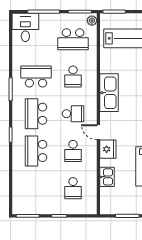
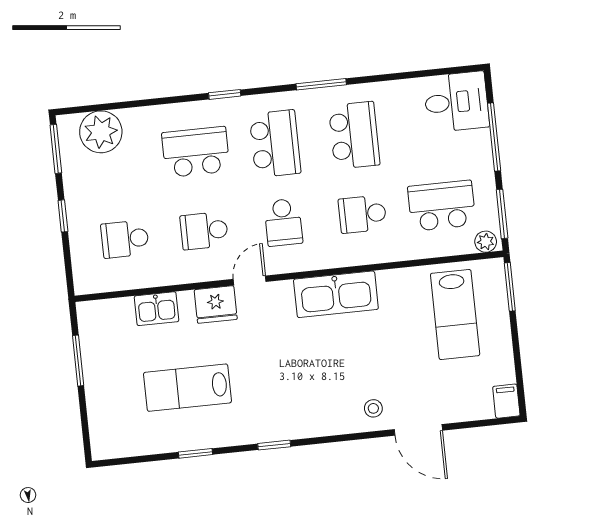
school desk: (73, 39) -> (442, 206), turned 90
school desk: (36, 114) -> (275, 144), turned 90
plant: (22, 194) -> (101, 132), added

